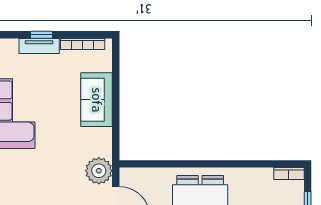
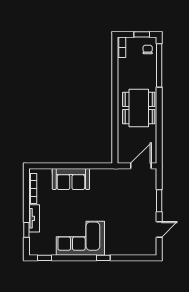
window: (41, 35) -> (26, 230), moved
plant: (99, 171) -> (120, 177), removed

